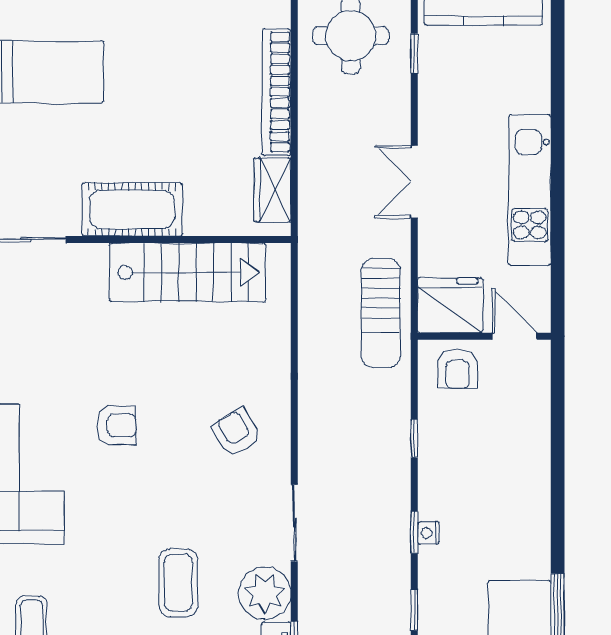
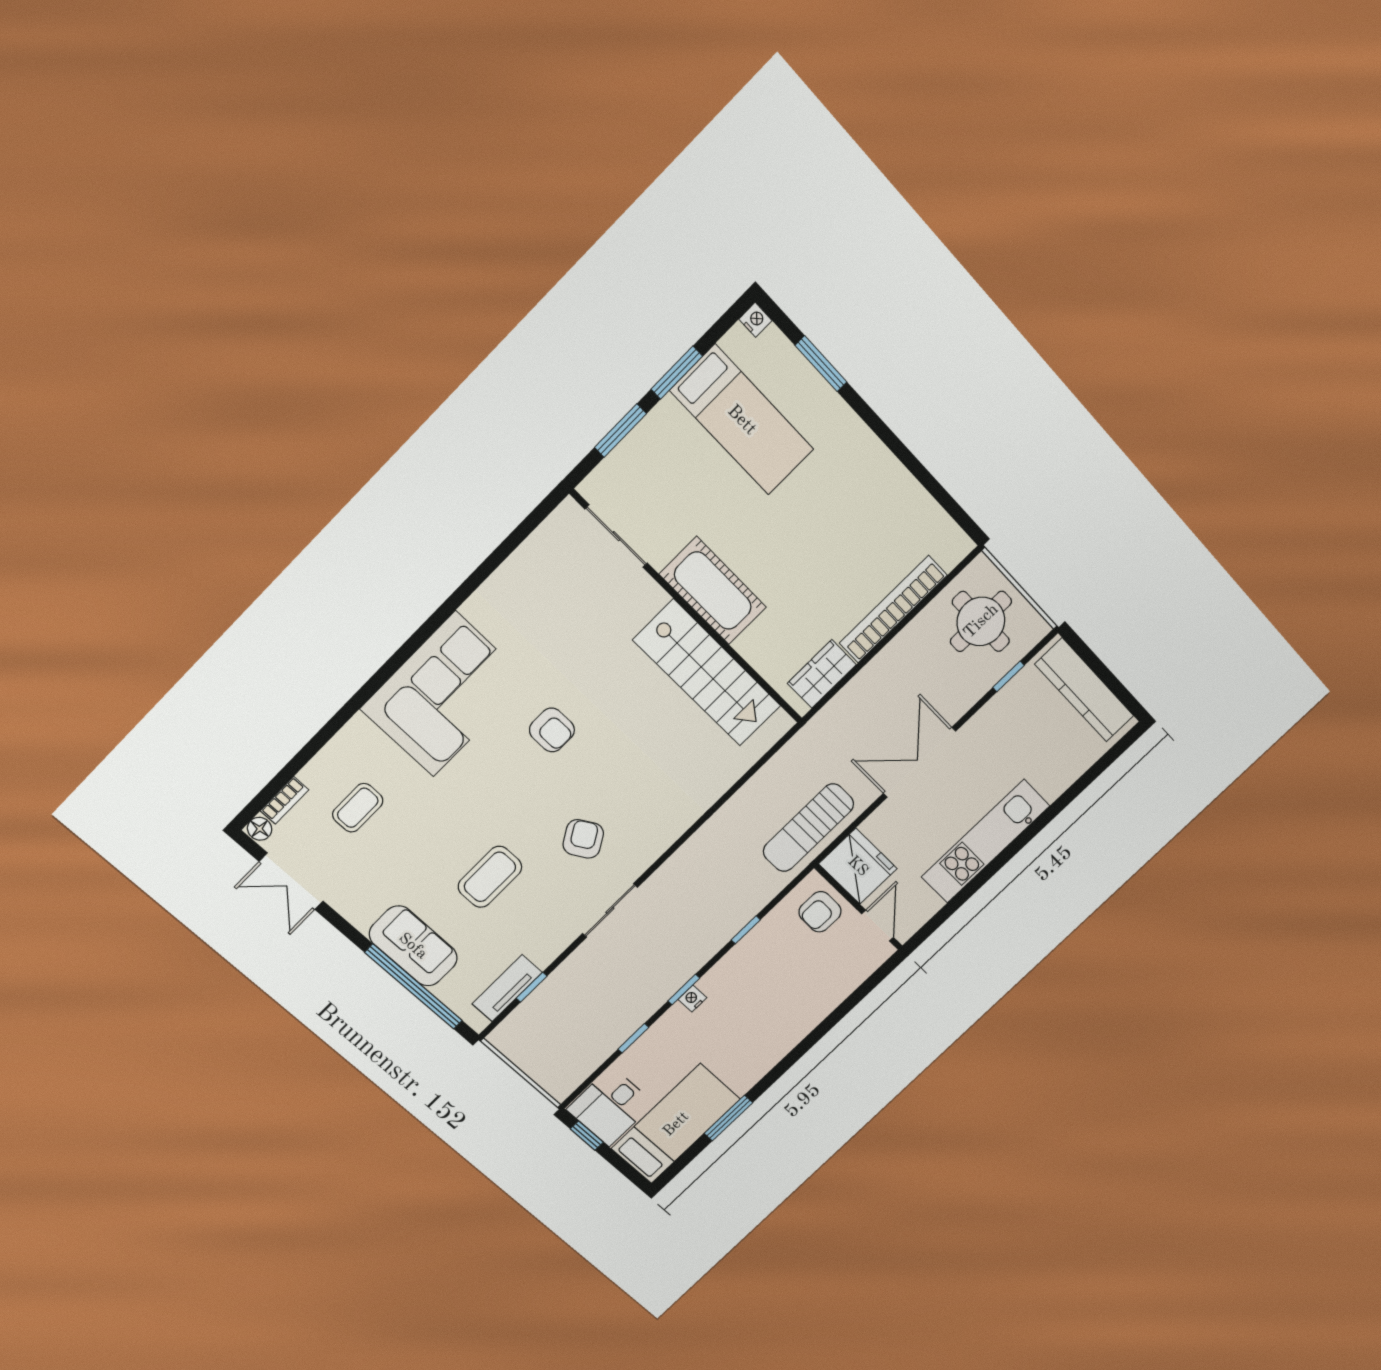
double door: (414, 182) -> (919, 762), width x1.37
armchair: (236, 433) -> (583, 839), moved
plant: (265, 593) -> (543, 938), removed

